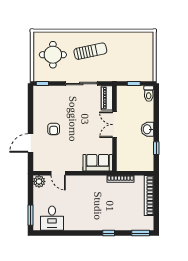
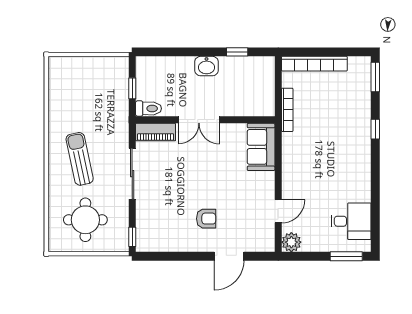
toilet: (149, 94) -> (149, 108), moved
door: (30, 143) -> (229, 256), hinge flipped

